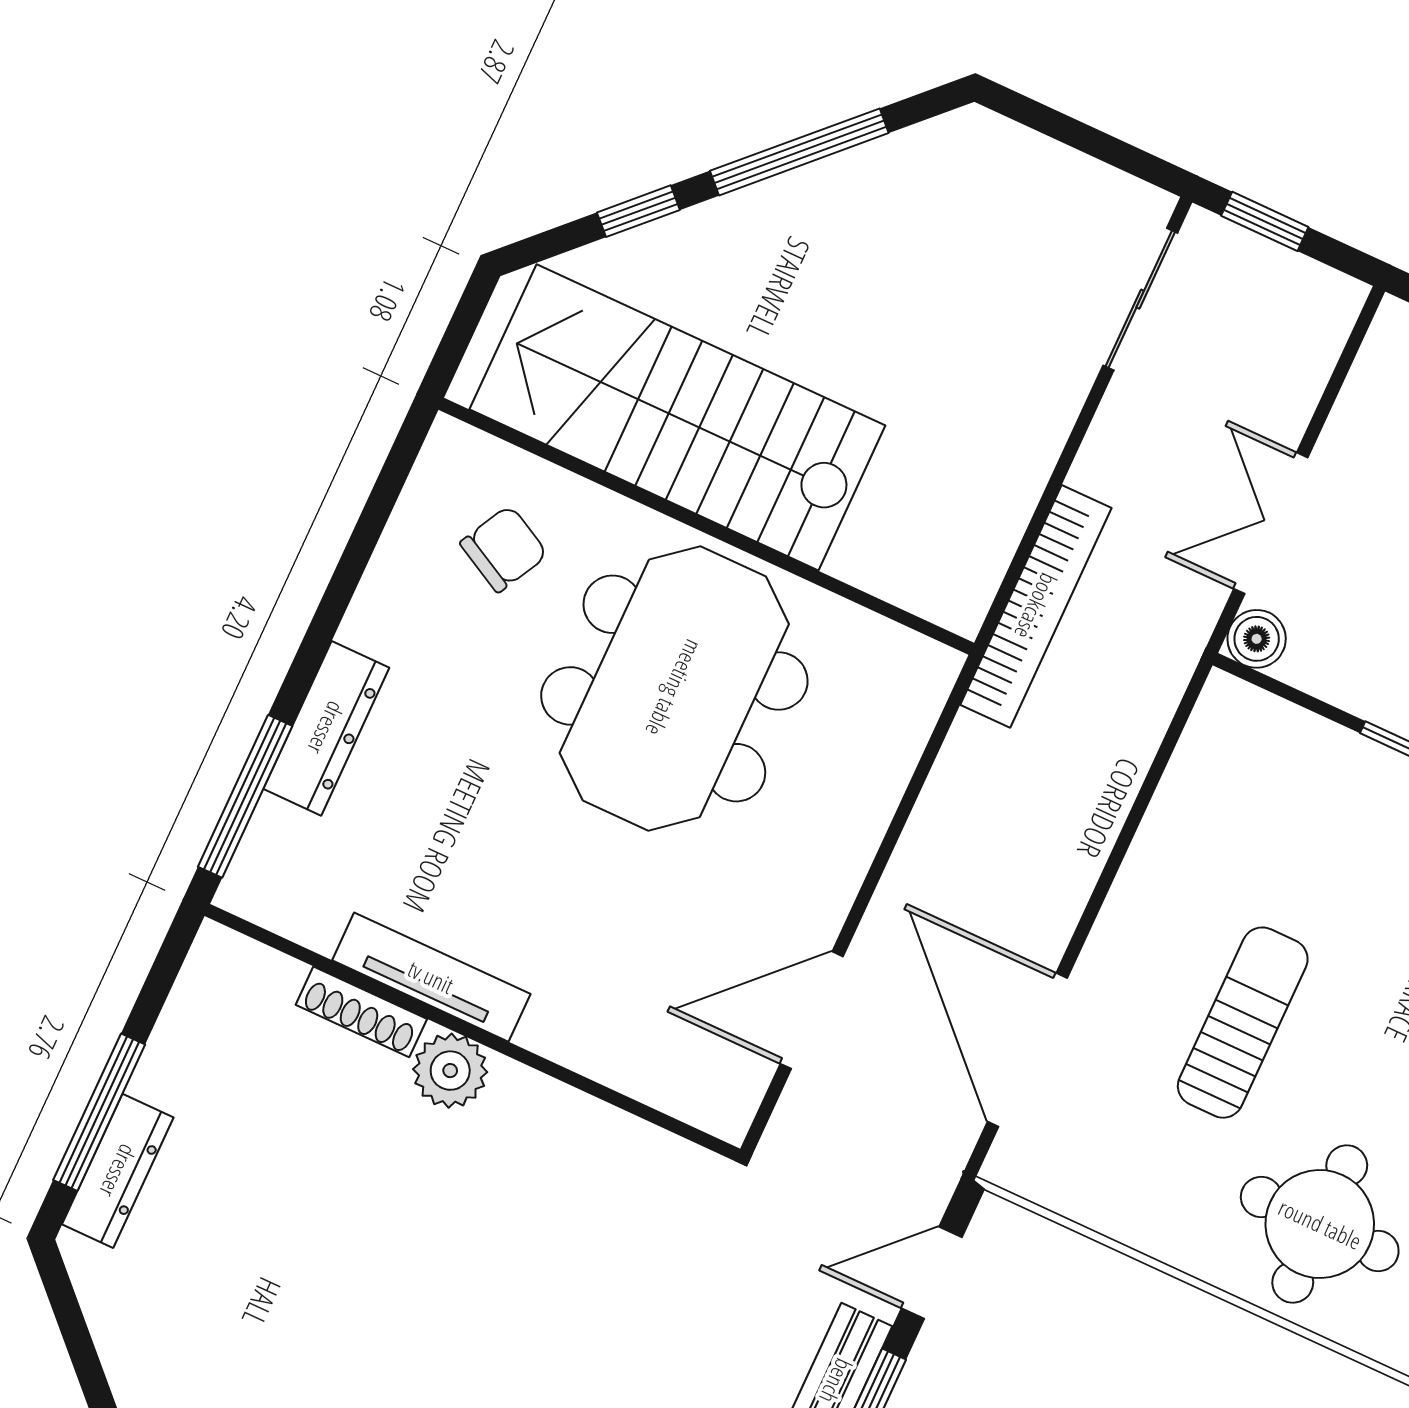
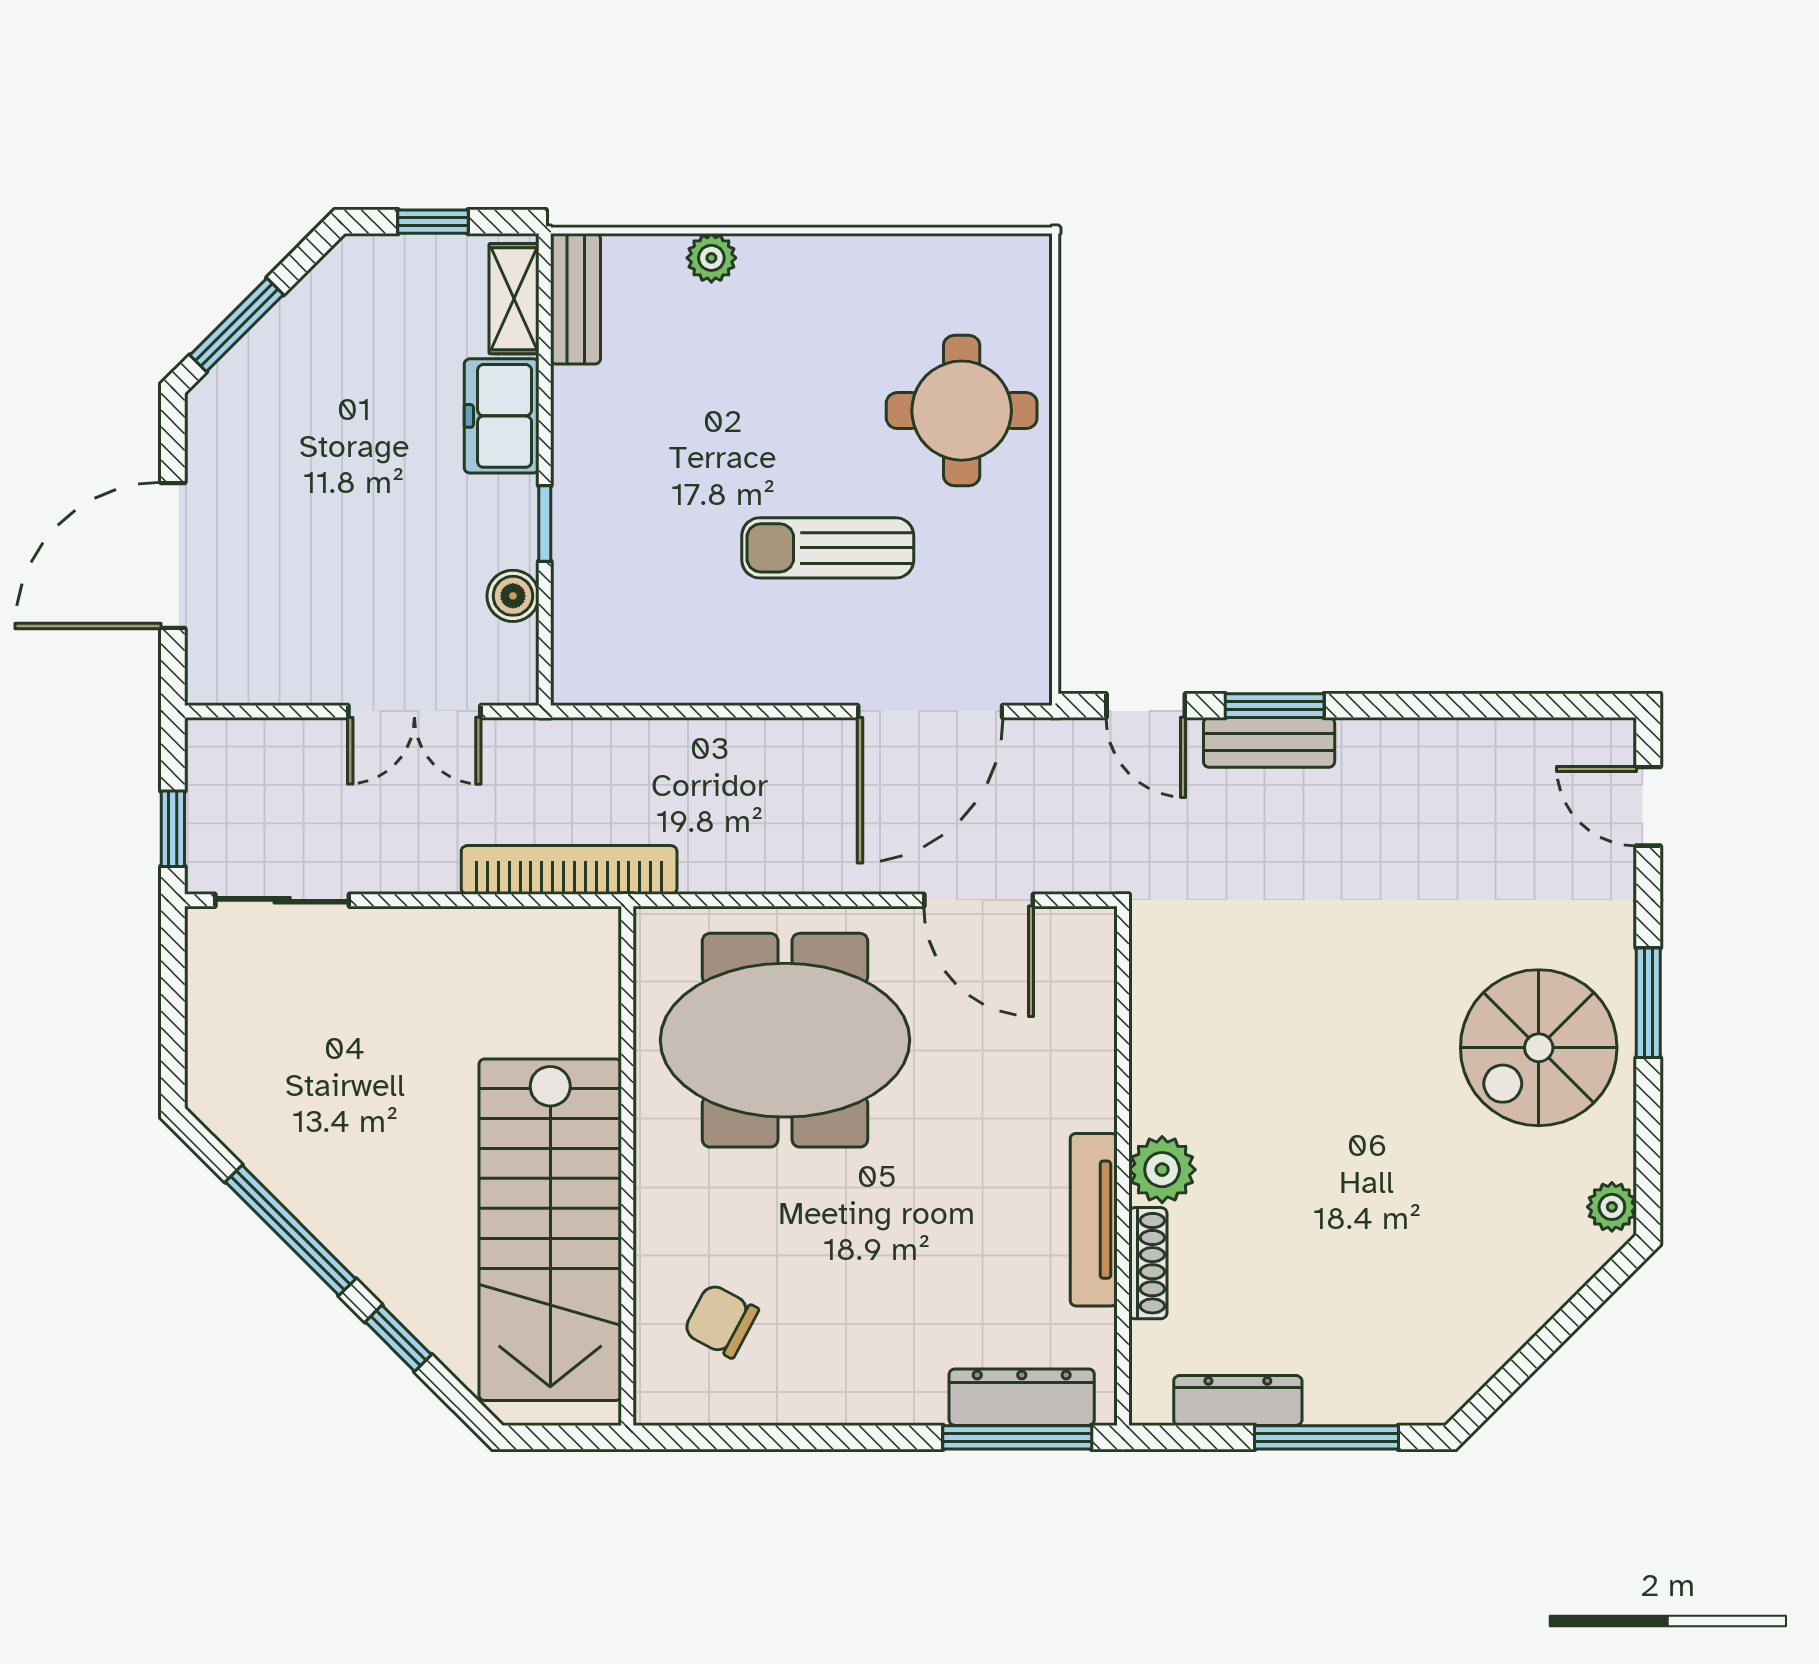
boiler: (1257, 639) -> (513, 596), moved
meeting table: (674, 688) -> (785, 1040), moved
dresser: (326, 728) -> (1022, 1397), moved
dresser: (118, 1171) -> (1238, 1400), moved

